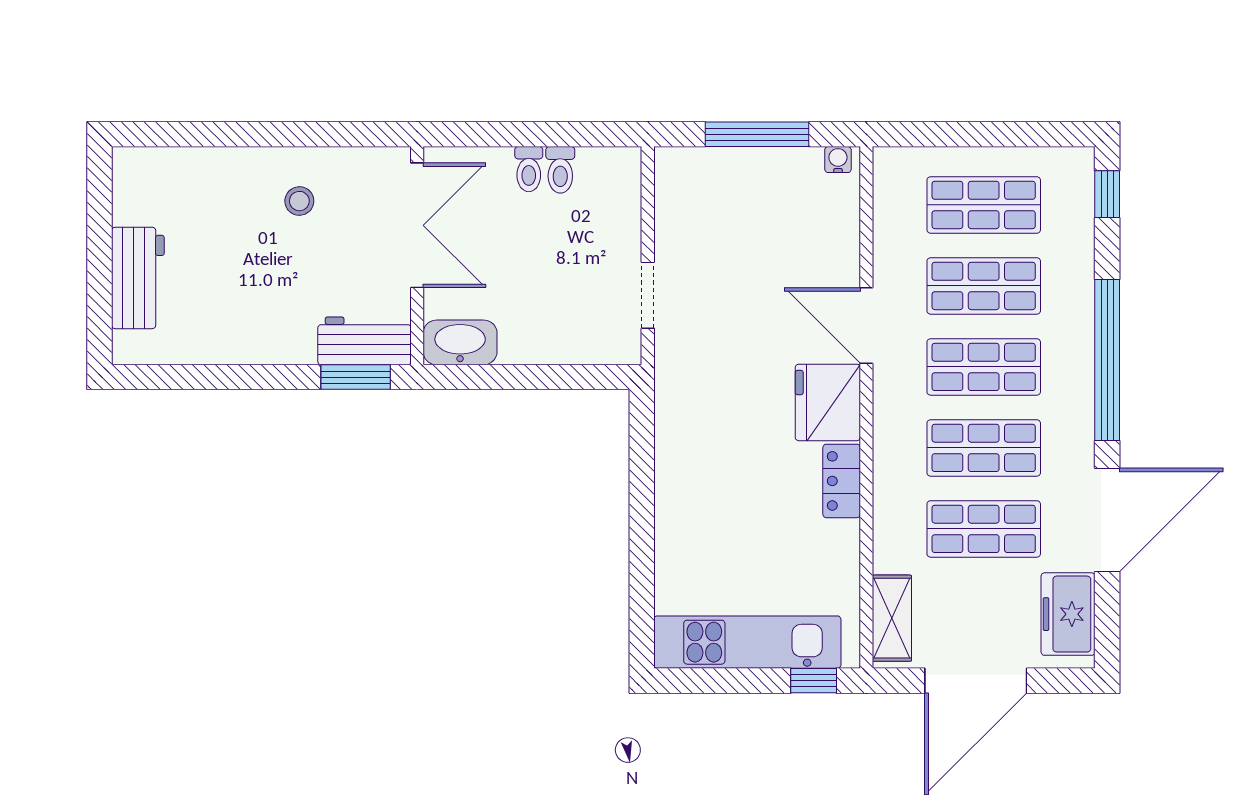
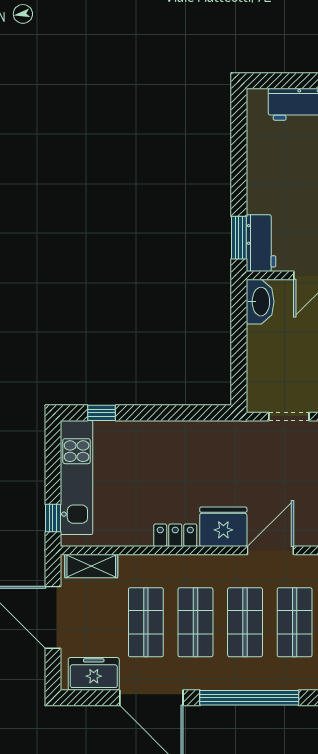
window: (642, 601) -> (101, 413), added

